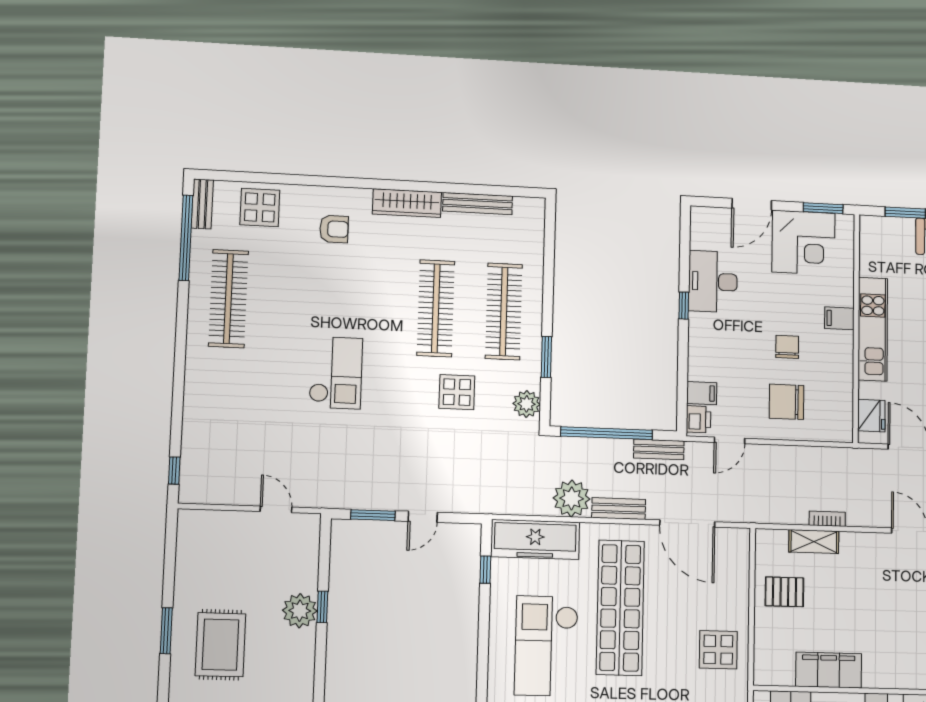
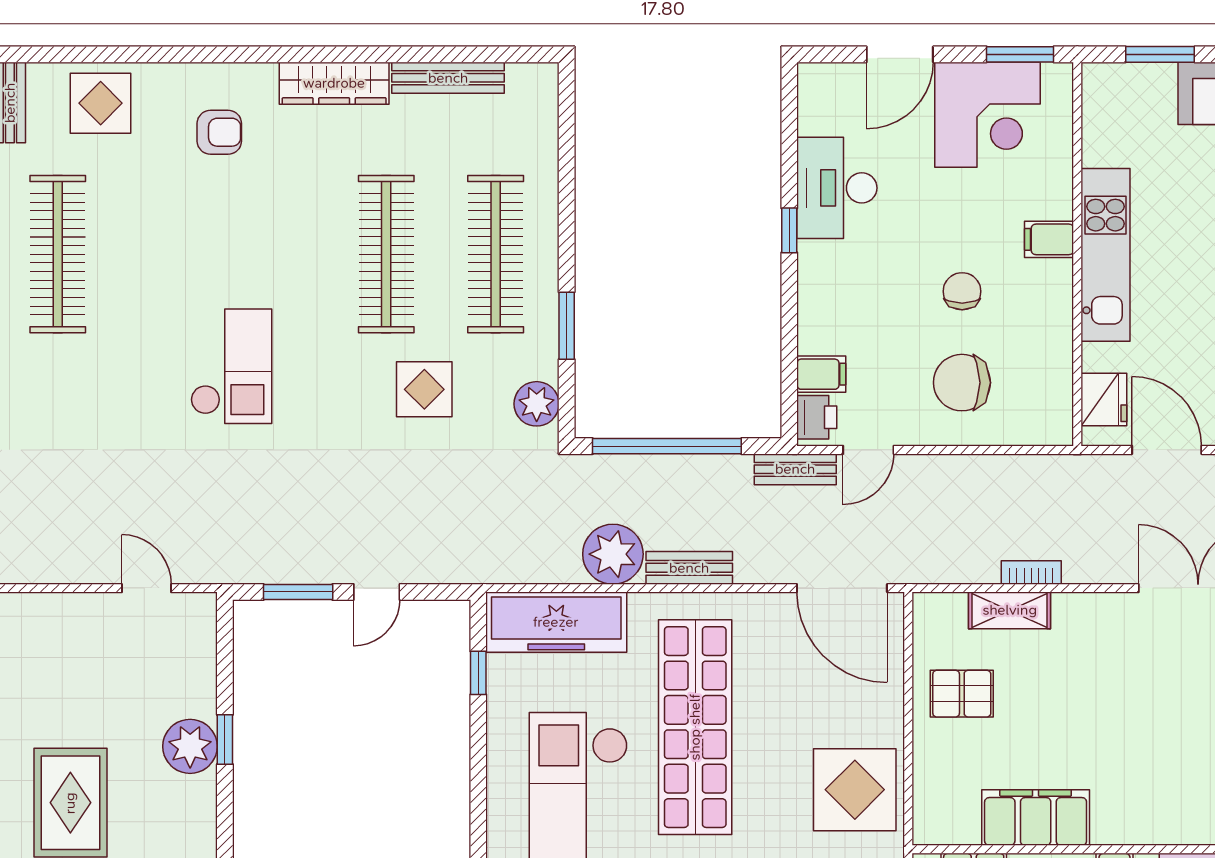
bench: (659, 449) -> (795, 469), moved
door: (687, 524) -> (842, 588), moved
display table: (718, 650) -> (855, 790), width x1.36, depth x1.36

